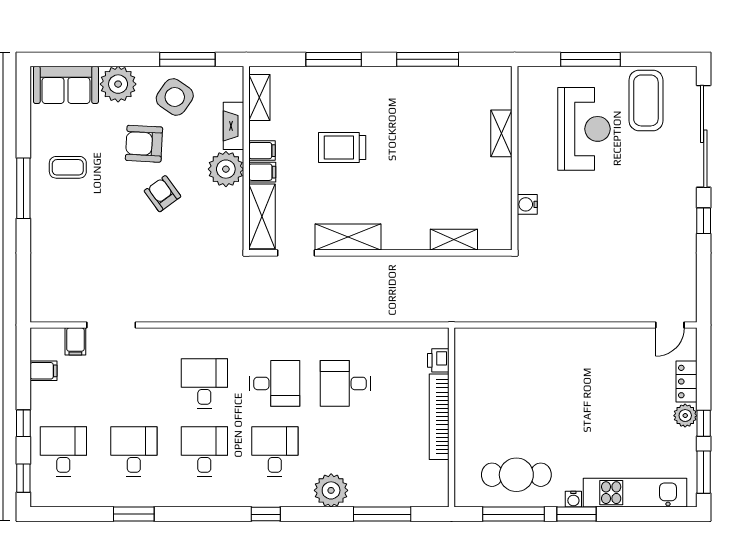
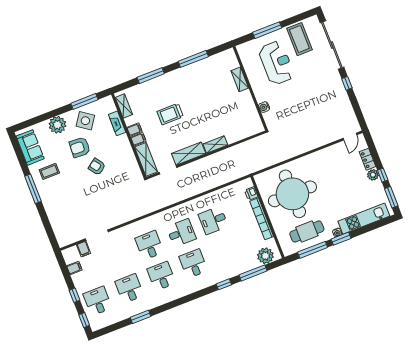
sofa: (66, 85) -> (30, 147), moved, turned -90
plant: (226, 169) -> (121, 144), removed
shelving: (454, 240) -> (215, 144), moved
round table: (517, 392) -> (292, 194), added
plant: (331, 490) -> (265, 256), moved
window: (266, 514) -> (224, 284), moved

